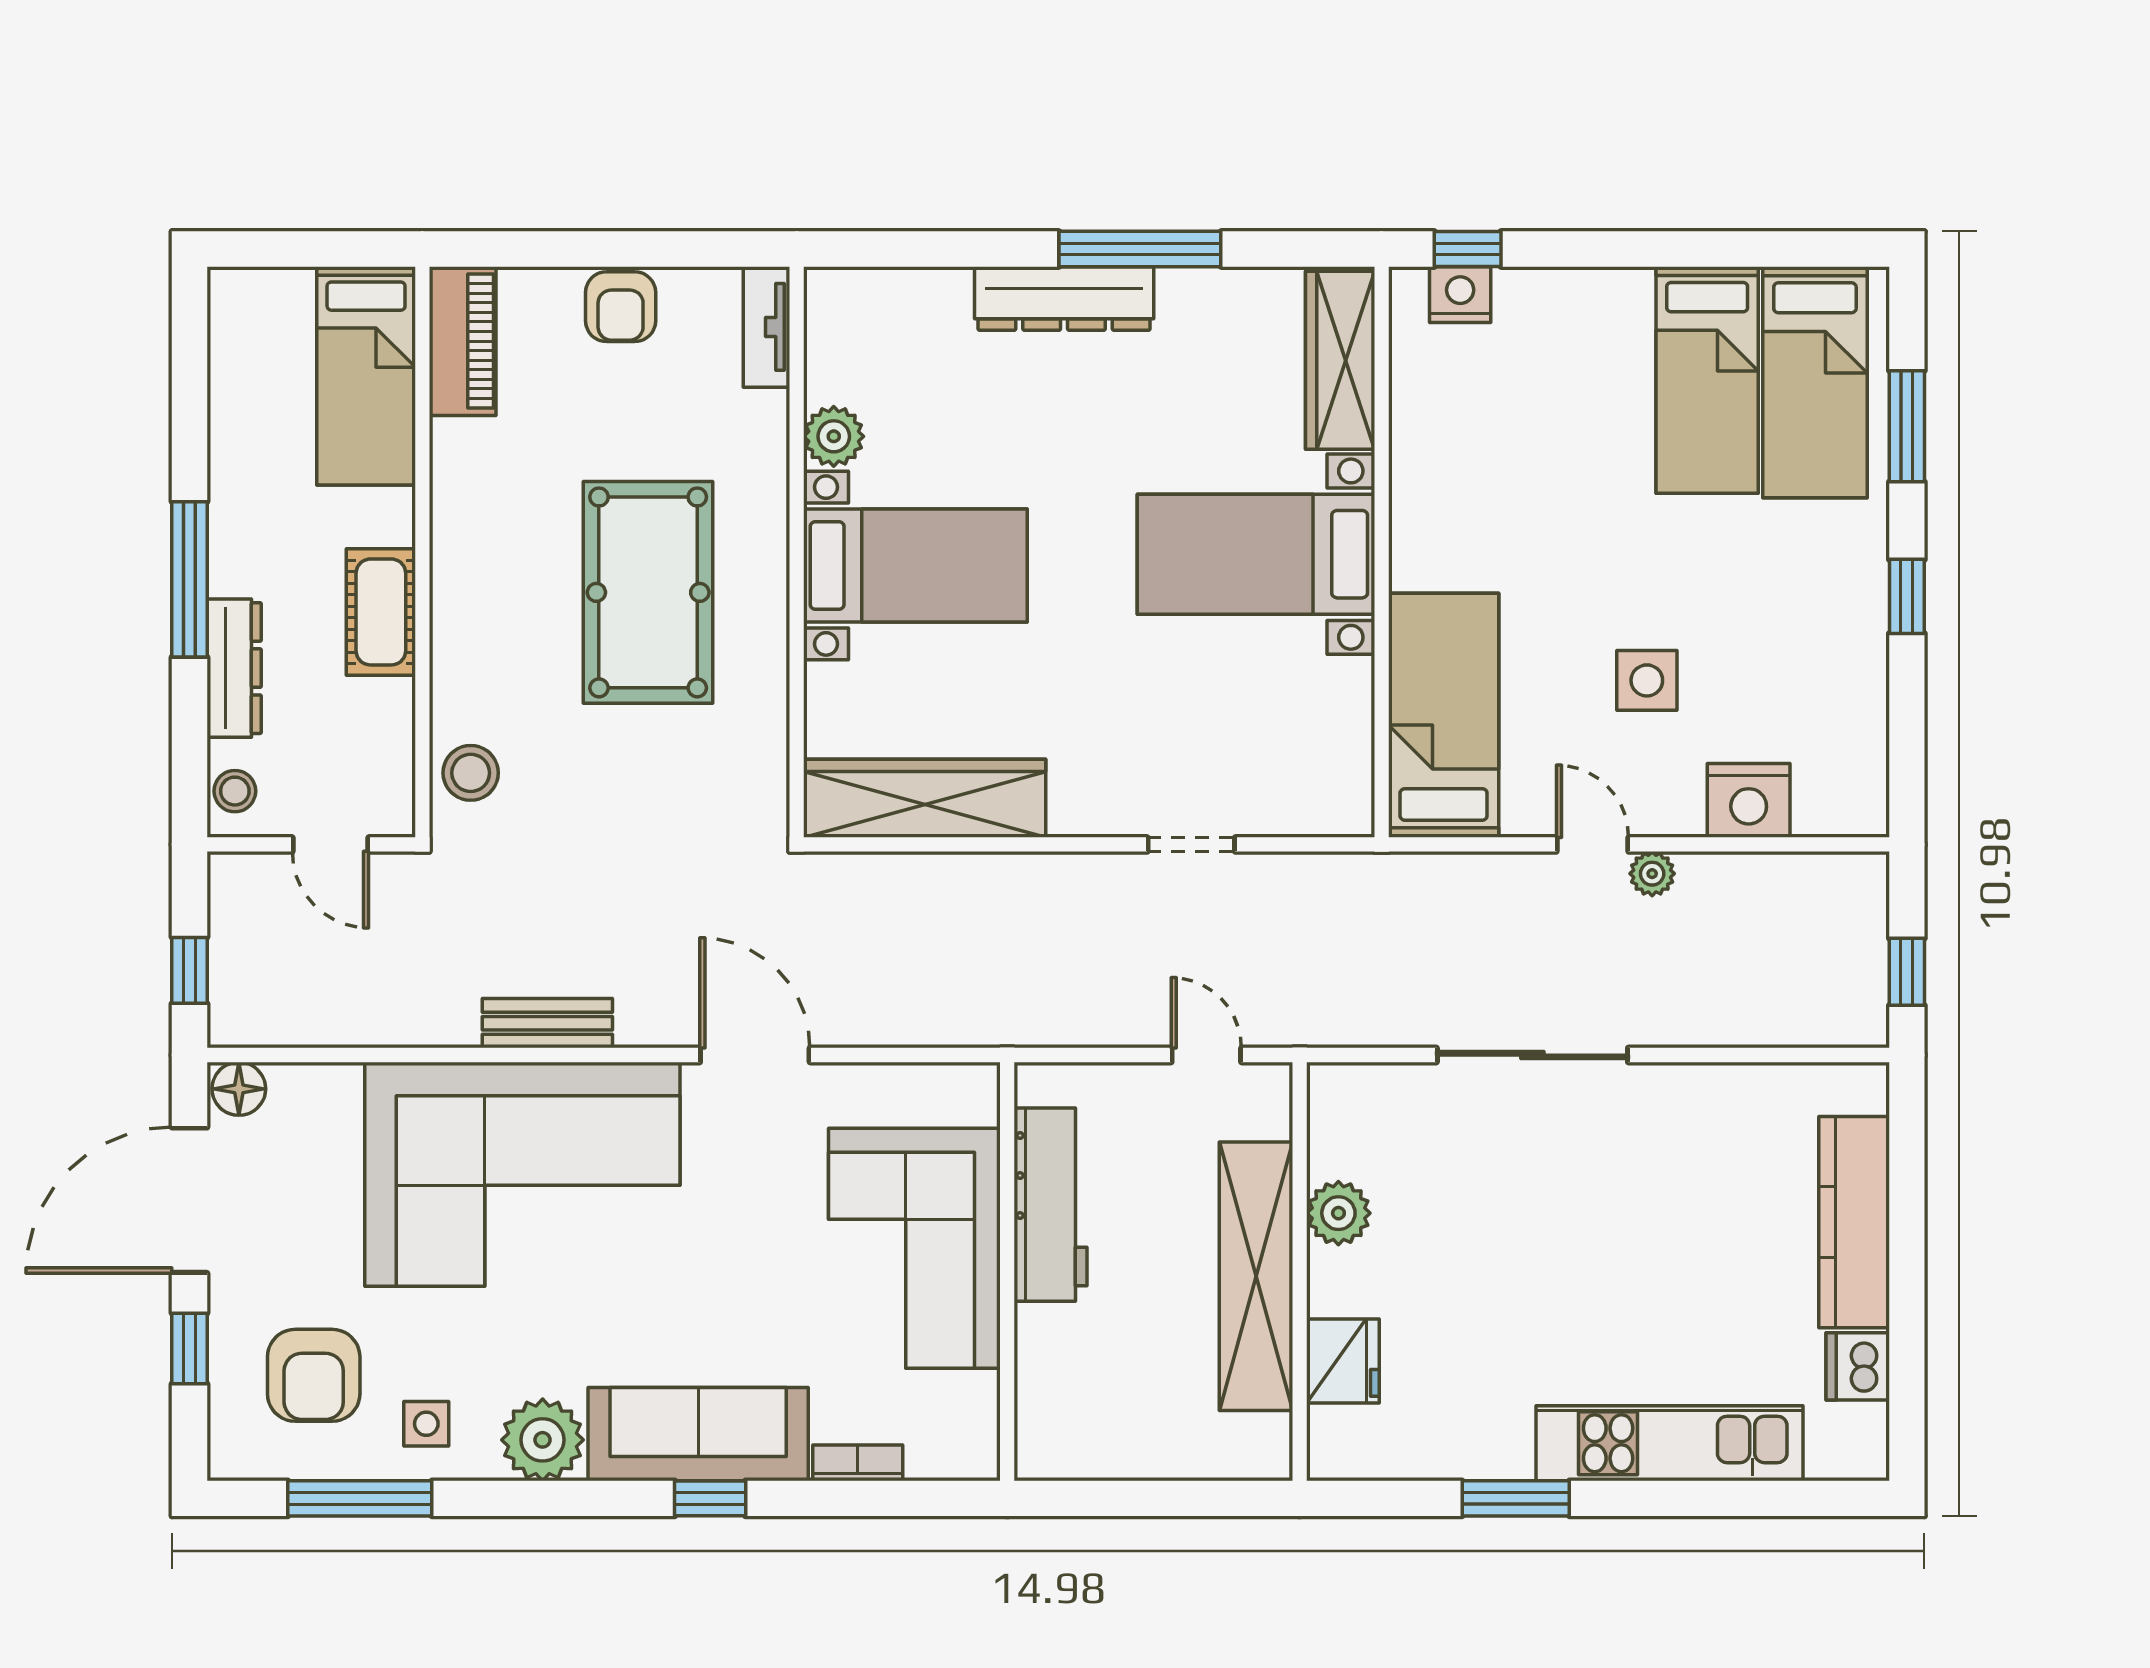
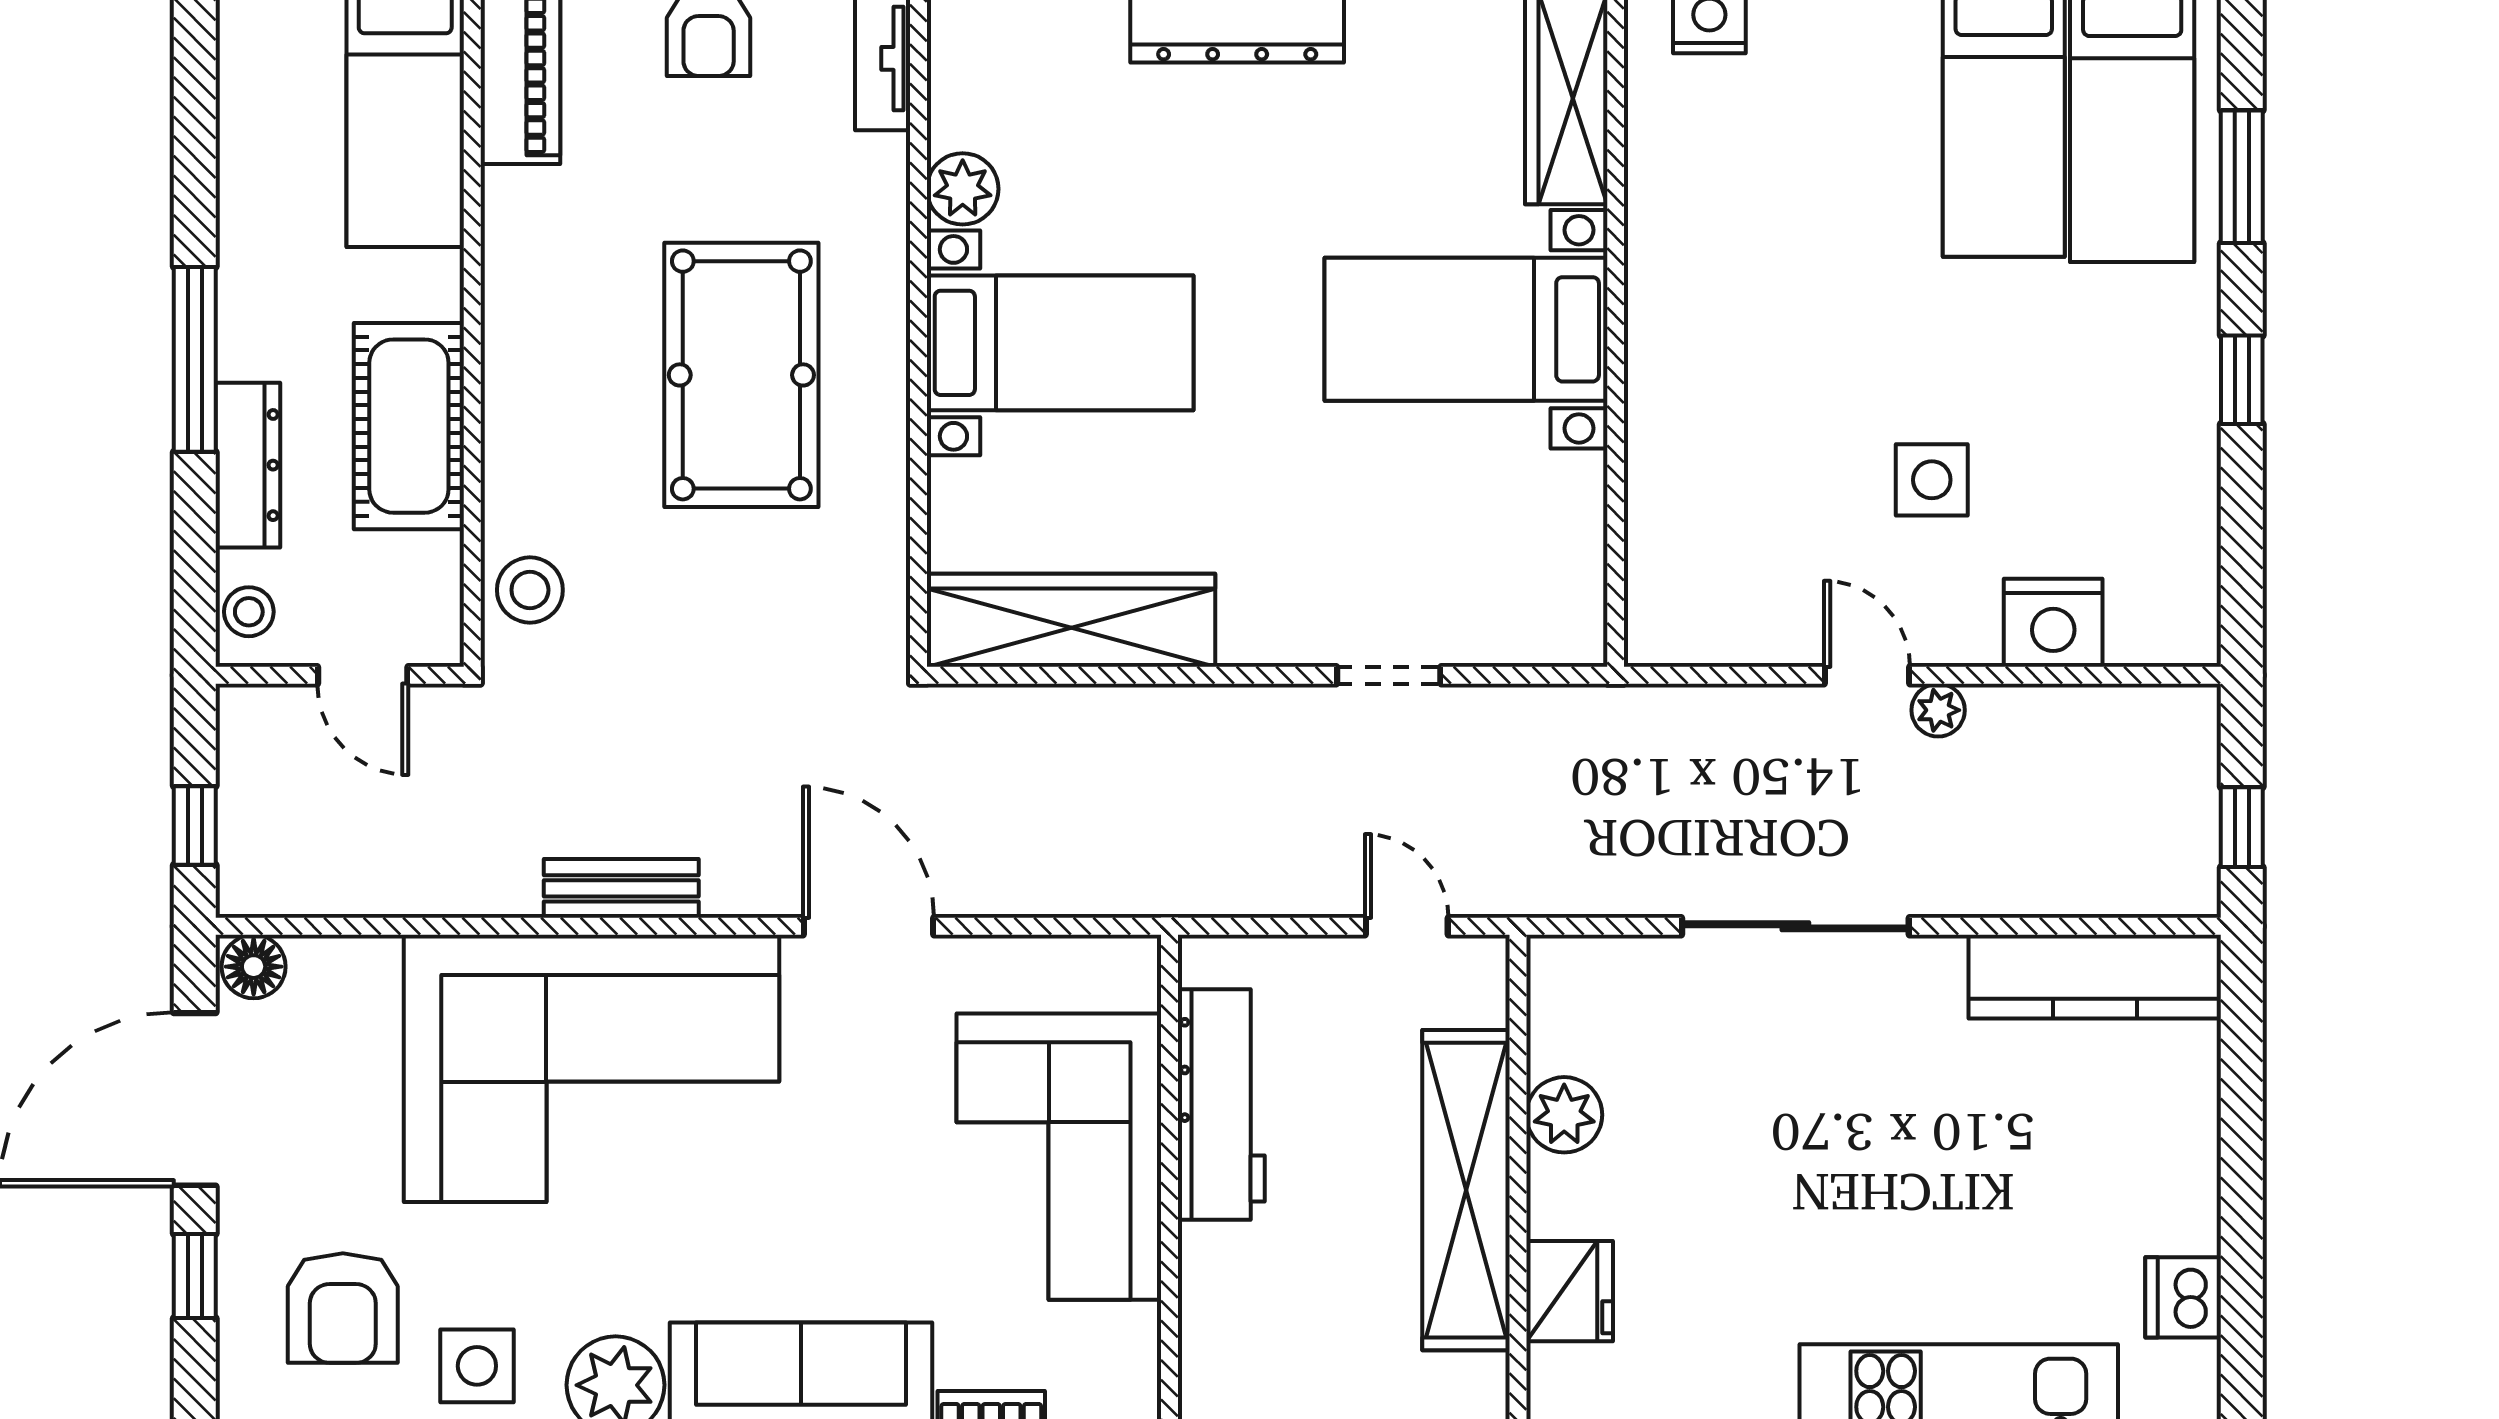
cot: (381, 612) -> (409, 426), width x1.37, depth x1.34
bed: (1444, 715) -> (1690, 521), removed
kitchen counter: (1854, 1222) -> (2095, 977), moved, turned -90
side table: (426, 1424) -> (477, 1366), width x1.37, depth x1.37

